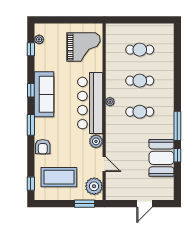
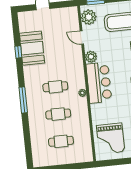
grand piano: (84, 47) -> (111, 139), turned -90
bar counter: (90, 103) -> (99, 83), width x0.73
window: (177, 126) -> (23, 100), moved

